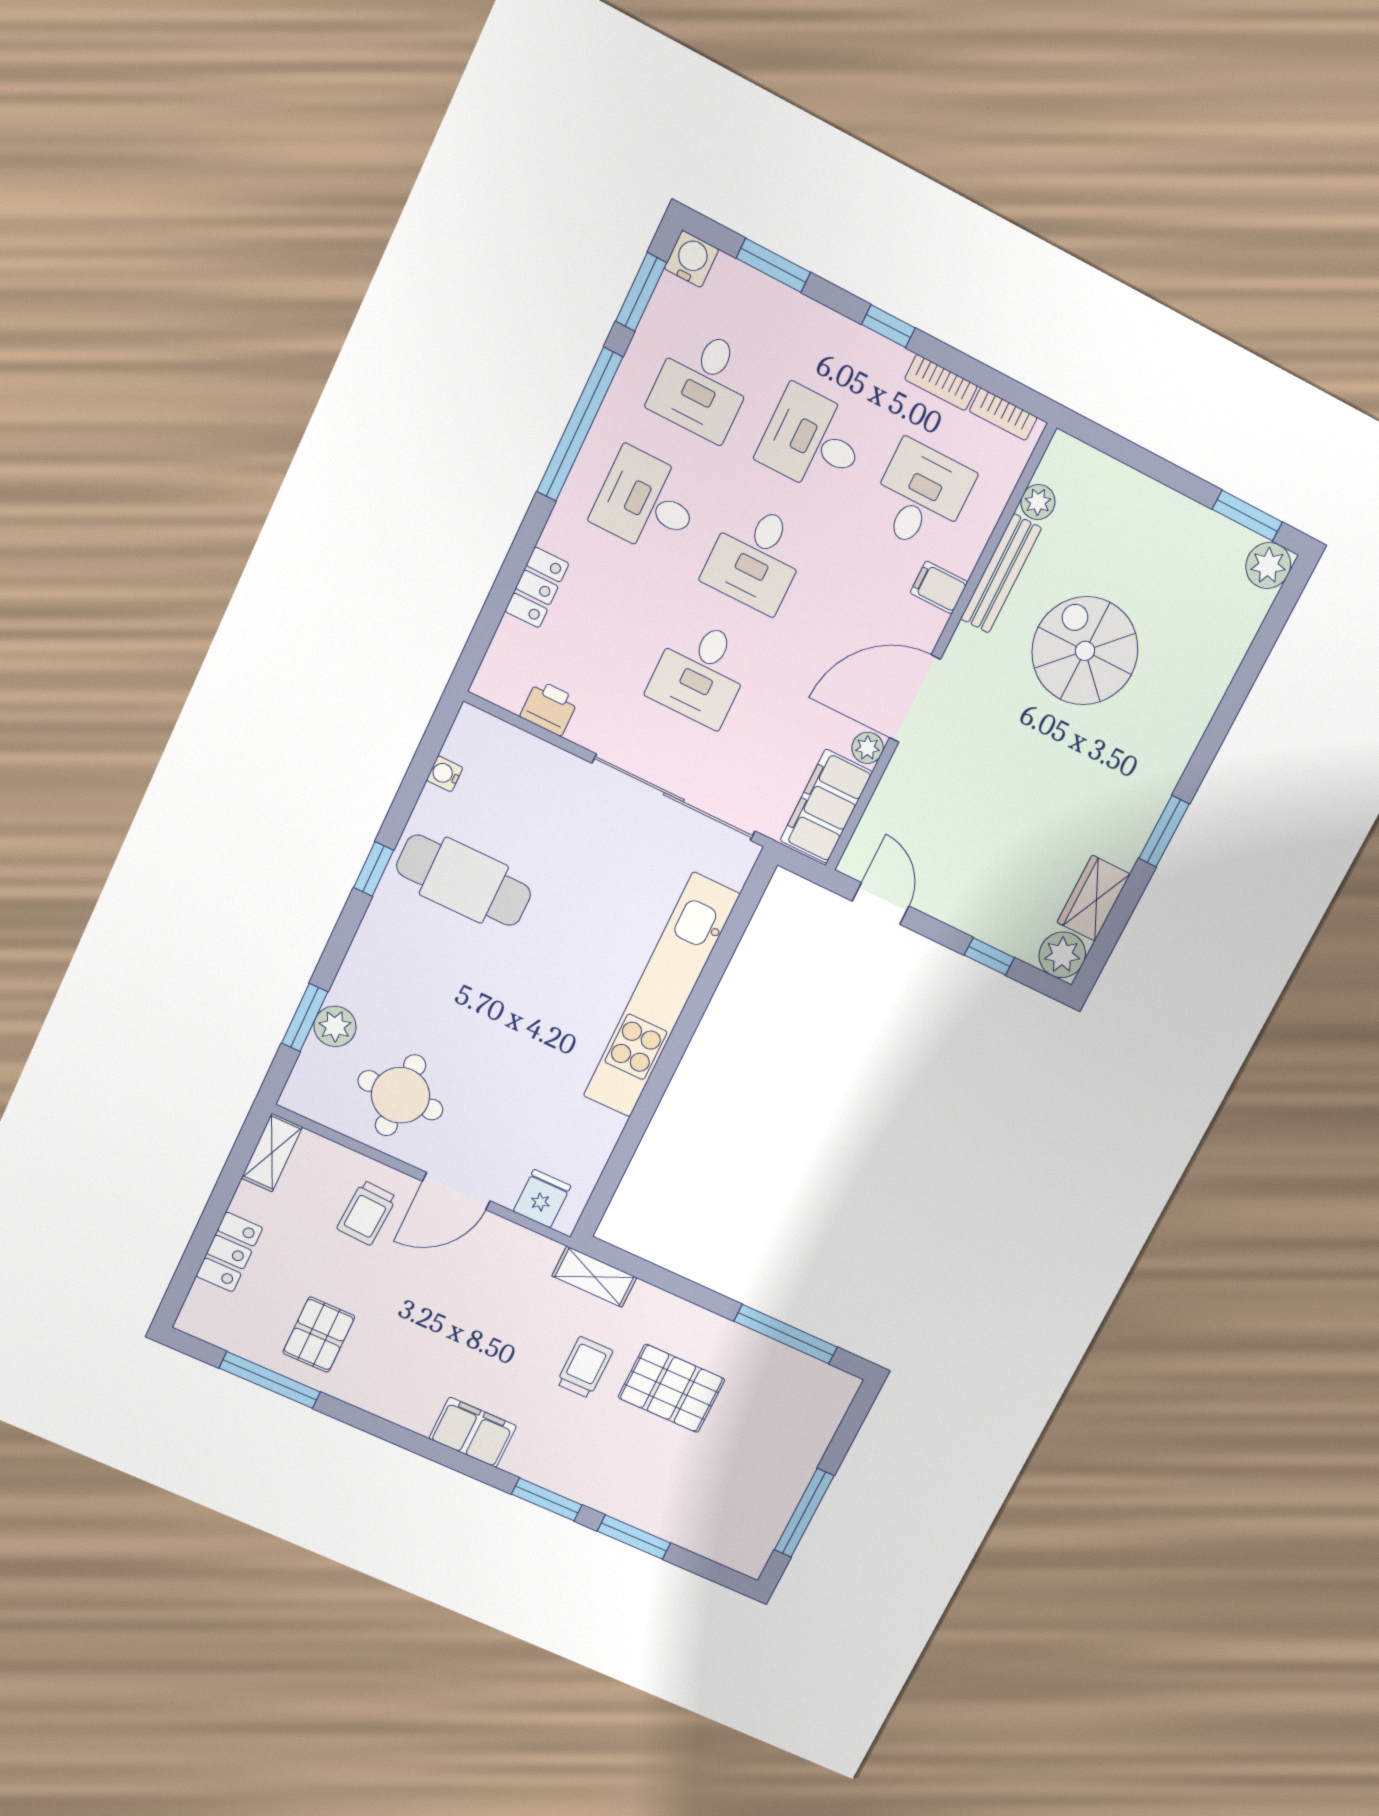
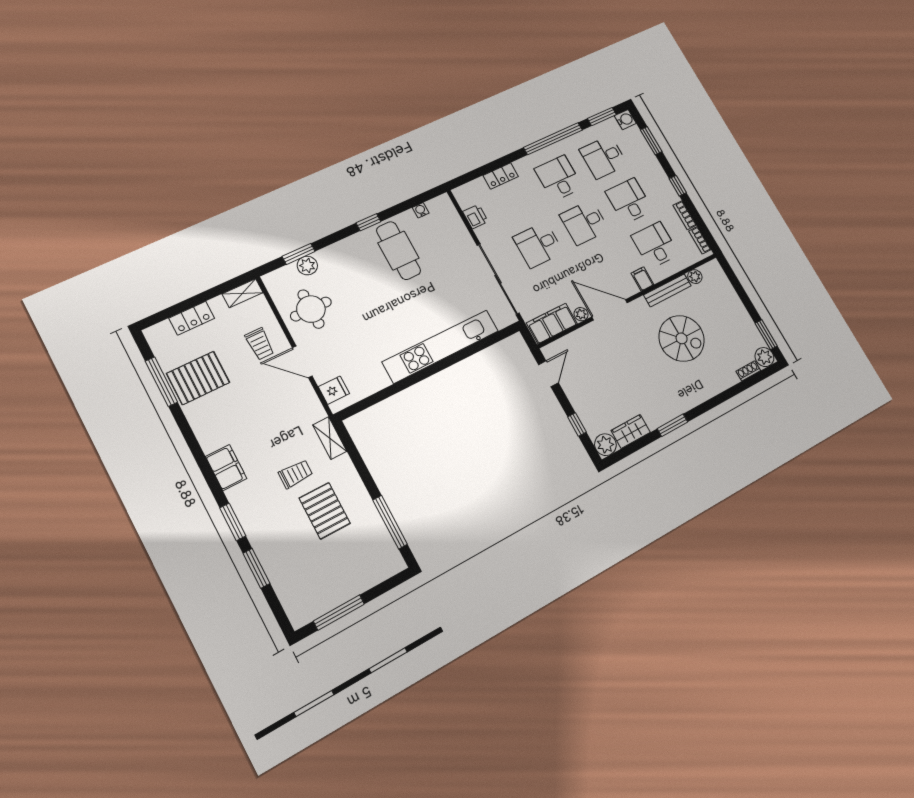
desk: (921, 496) -> (655, 245), turned -90
shoe rack: (1251, 618) -> (748, 371), added
spiral stairs: (1085, 651) -> (682, 338), turned 90
trolley: (367, 1213) -> (260, 344), turned -93
pallet: (319, 1335) -> (198, 378), width x1.50, depth x1.42

